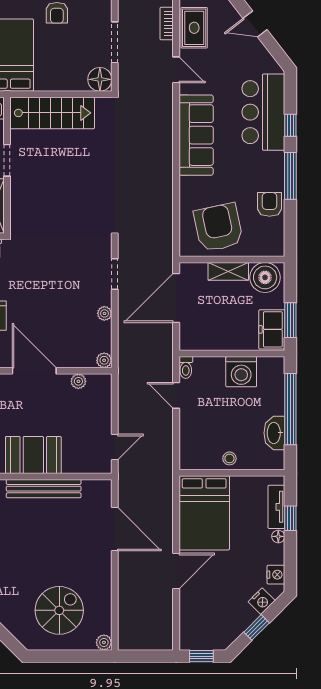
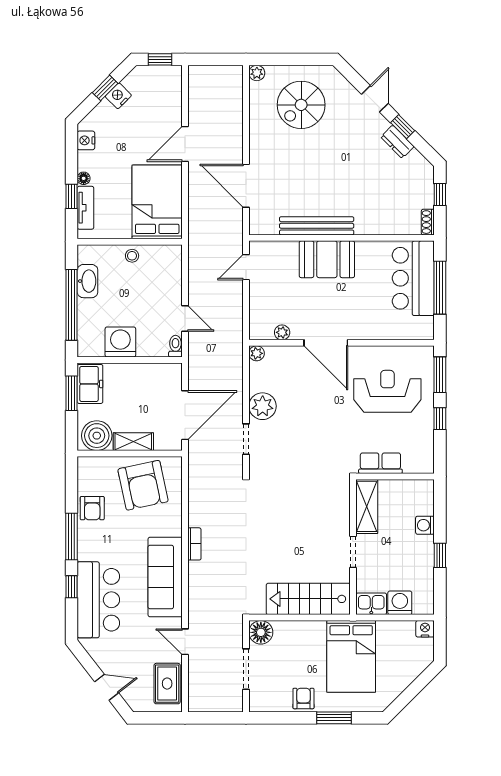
bookcase: (167, 24) -> (194, 544), moved
plant: (104, 313) -> (263, 406), width x1.88, depth x1.88
nightstand: (262, 601) -> (118, 96), moved

